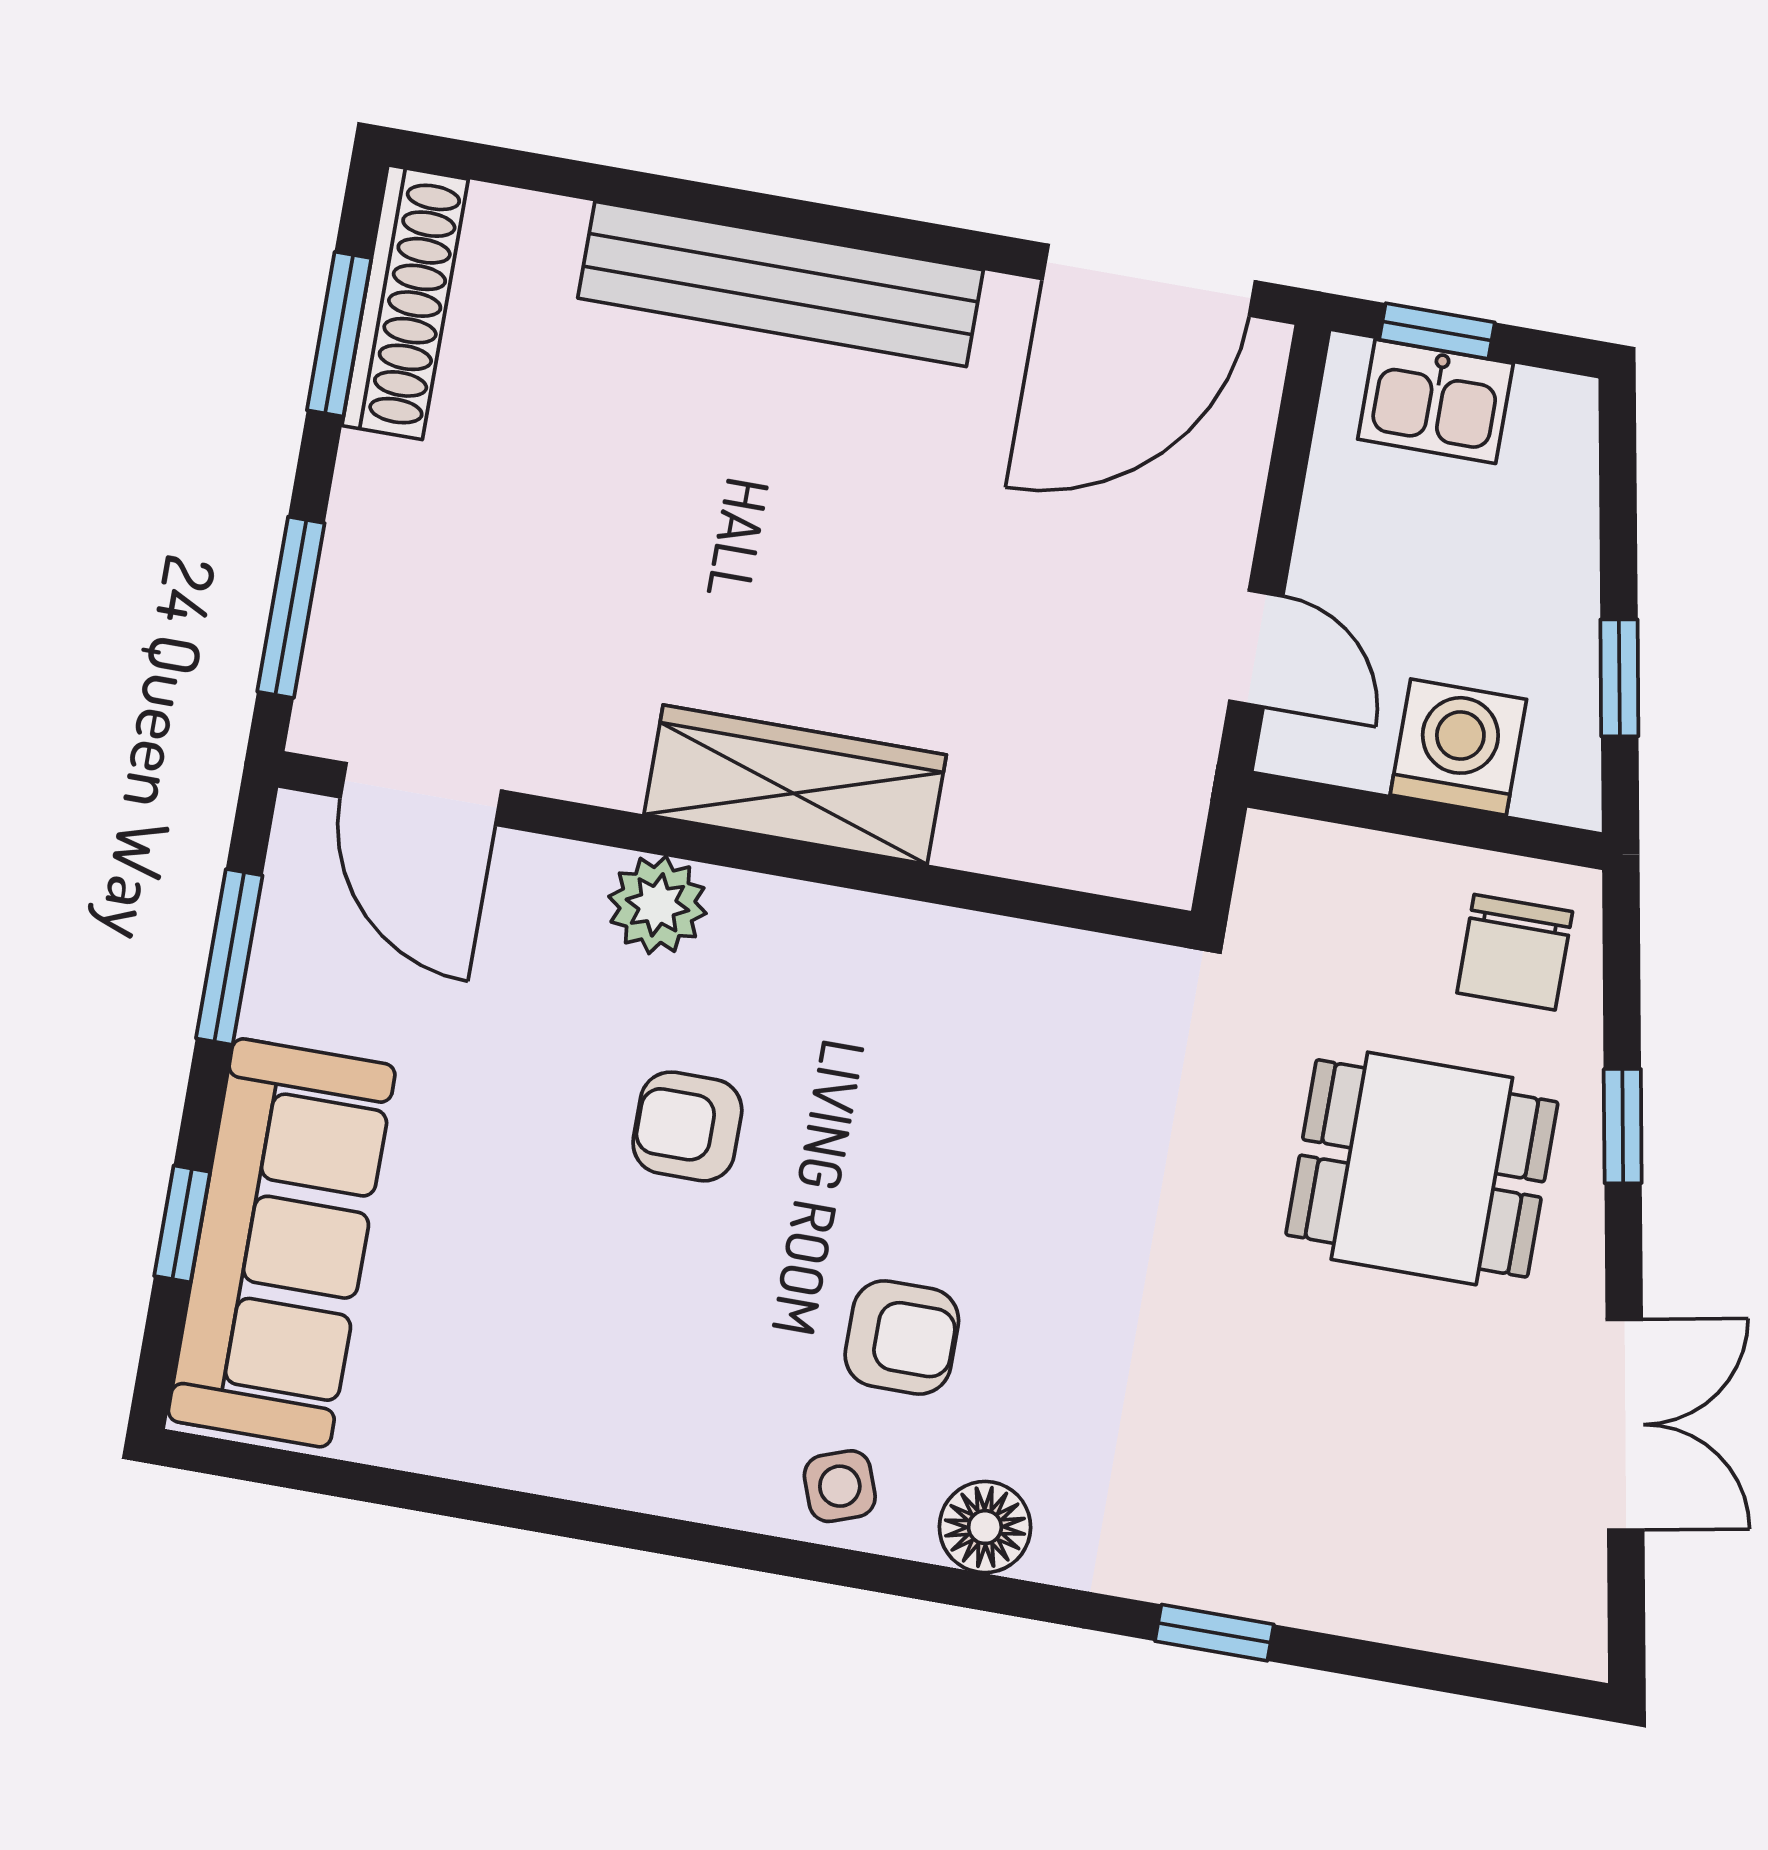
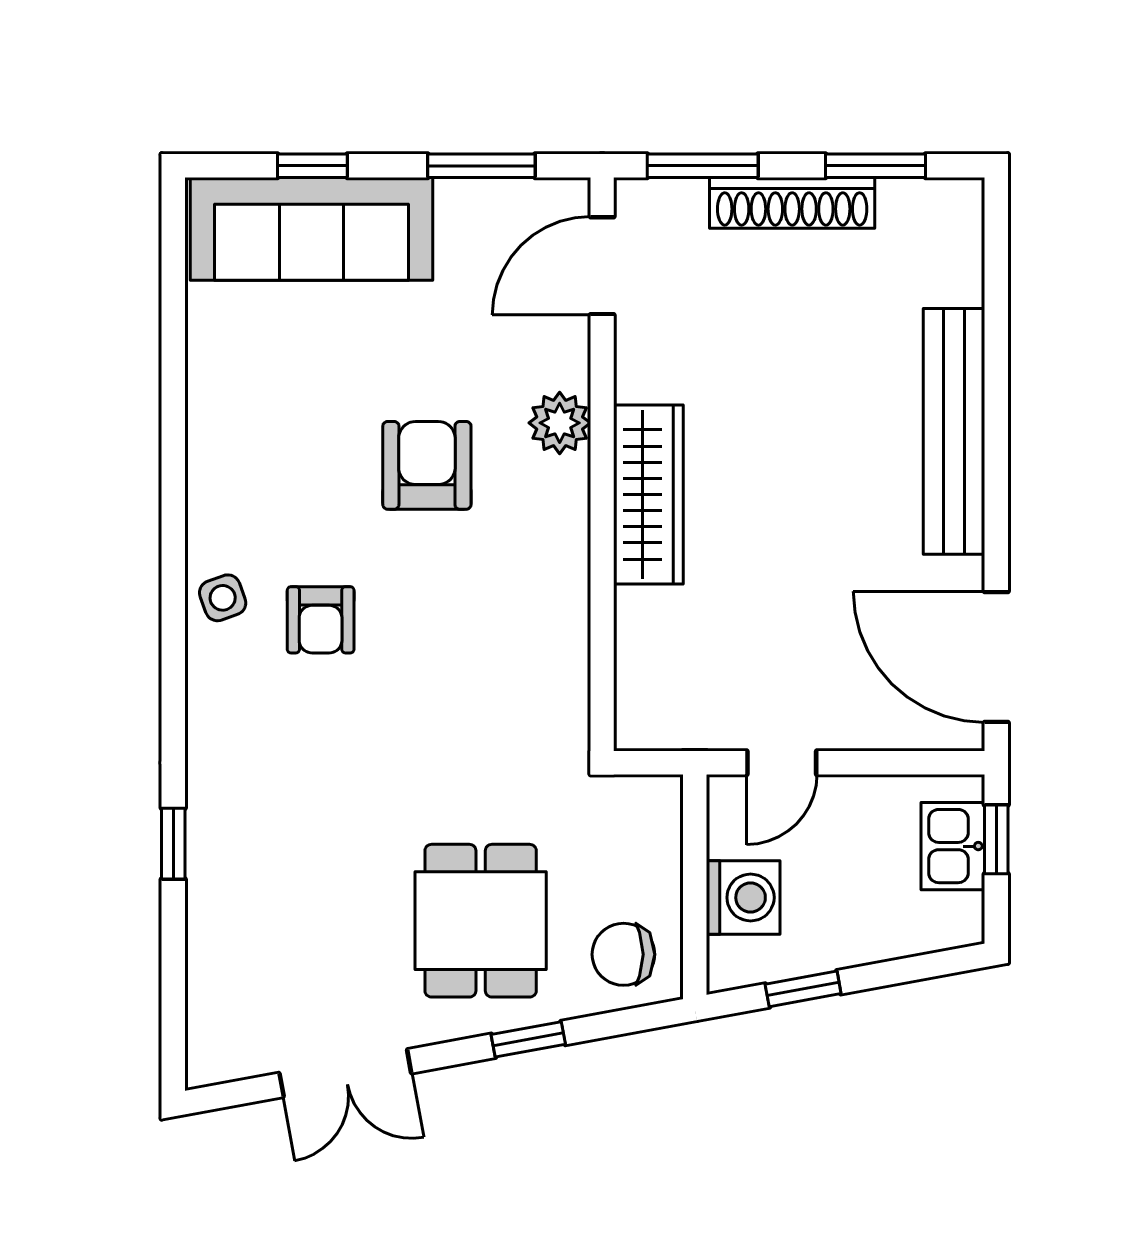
shoe rack: (405, 302) -> (792, 203), moved
armchair: (687, 1126) -> (427, 465), width x1.38, depth x1.38
floor lamp: (985, 1527) -> (213, 691), removed

